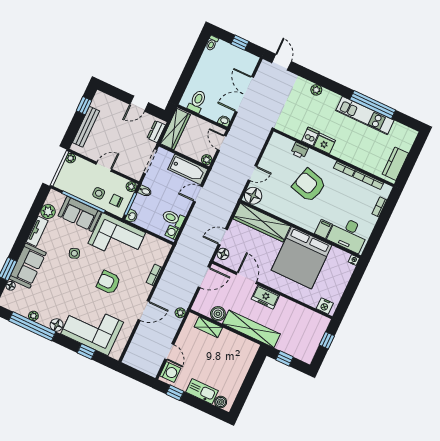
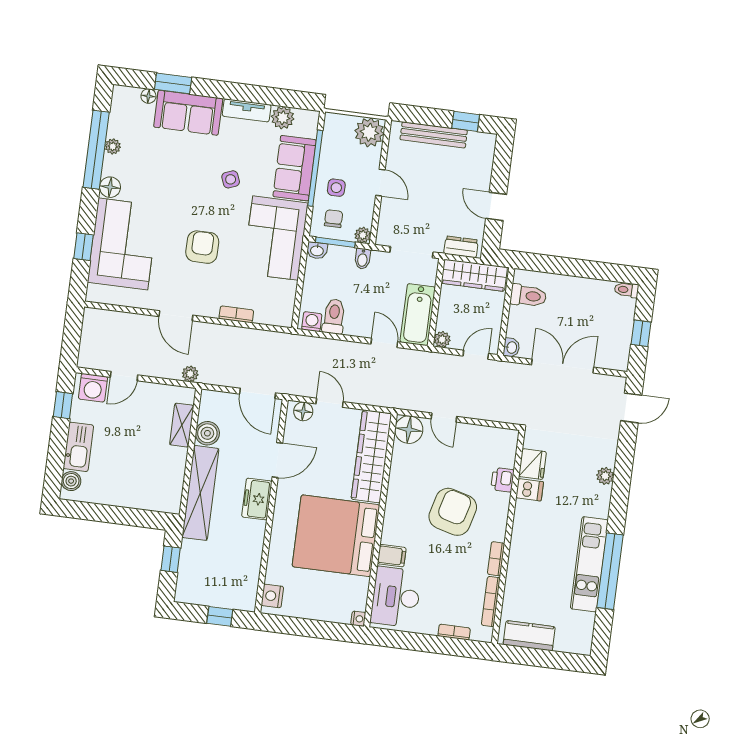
fridge: (325, 143) -> (532, 464), moved
plant: (71, 158) -> (369, 132), width x1.87, depth x1.87

